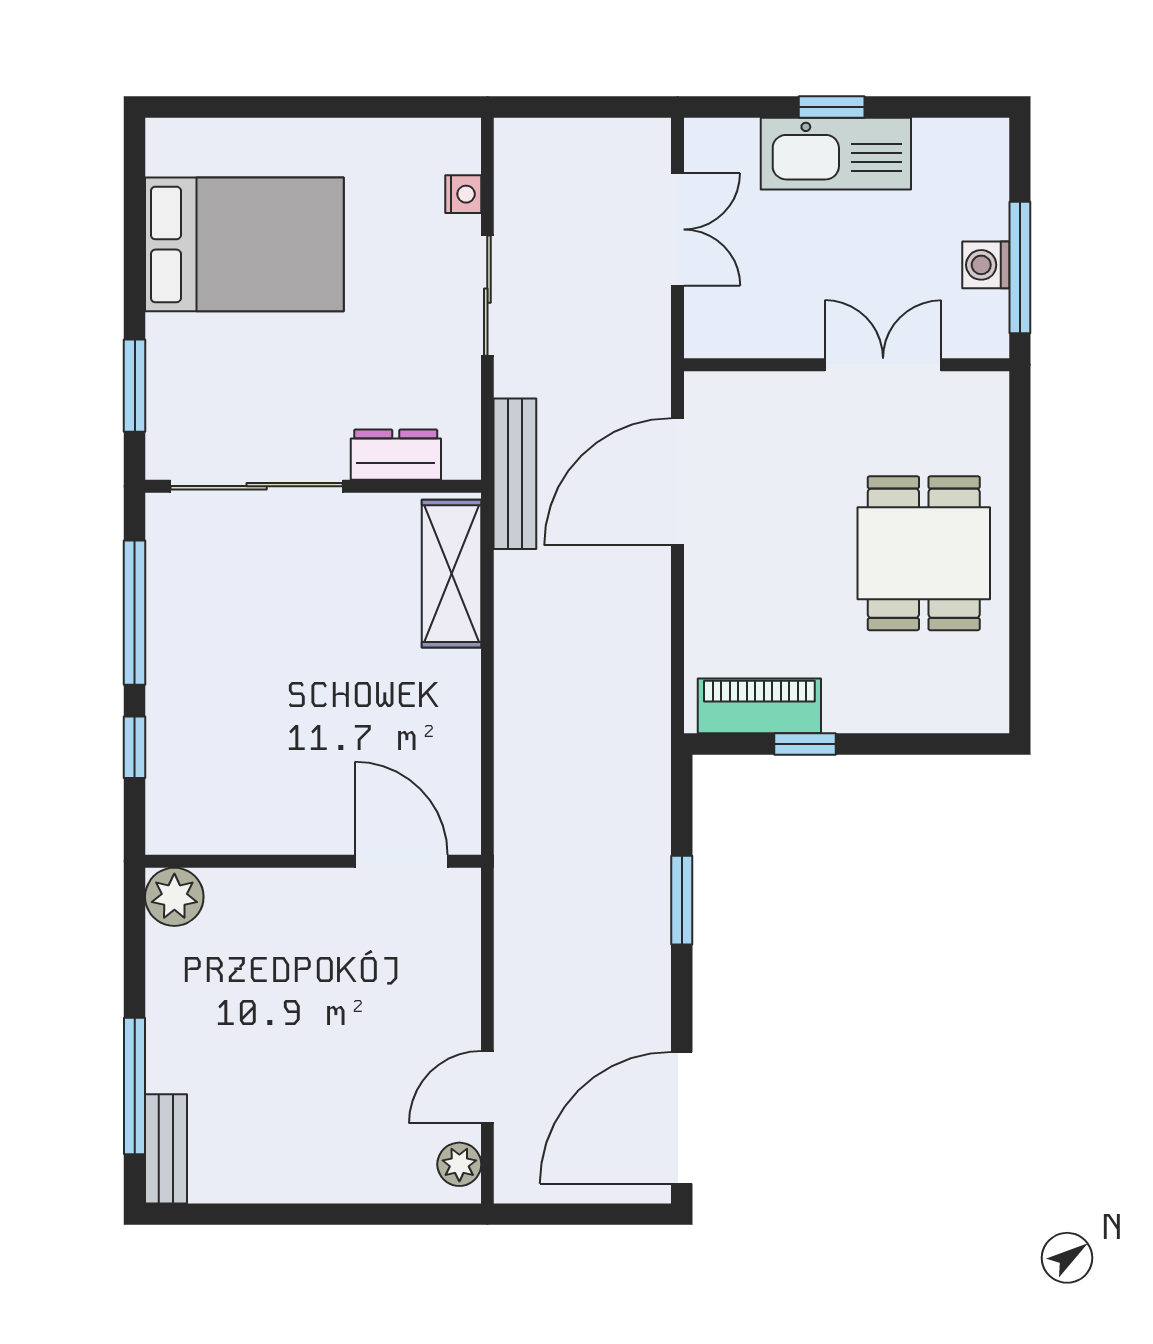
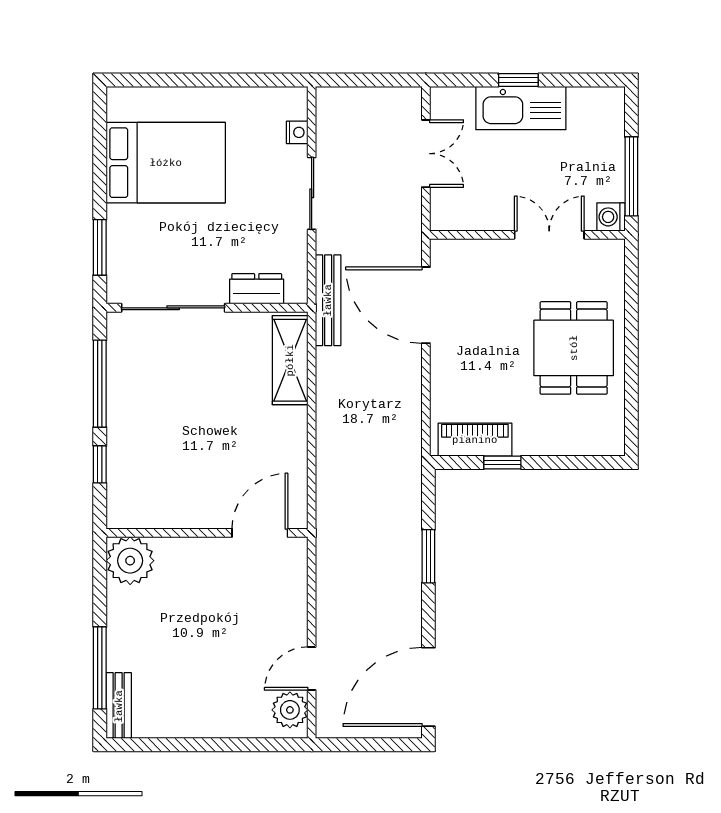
washing machine: (986, 265) -> (611, 217), moved
door: (678, 482) -> (426, 305), hinge flipped
door: (401, 861) -> (260, 533), hinge flipped
plant: (174, 897) -> (130, 561), width x1.36, depth x1.36
plant: (459, 1164) -> (290, 710), width x1.38, depth x1.38

